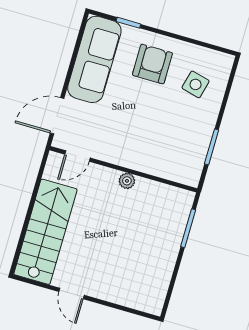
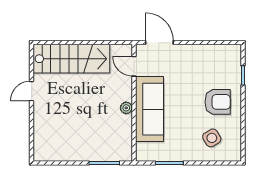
sofa: (94, 59) -> (149, 109), moved, turned -90
side table: (196, 84) -> (212, 138), turned 45

